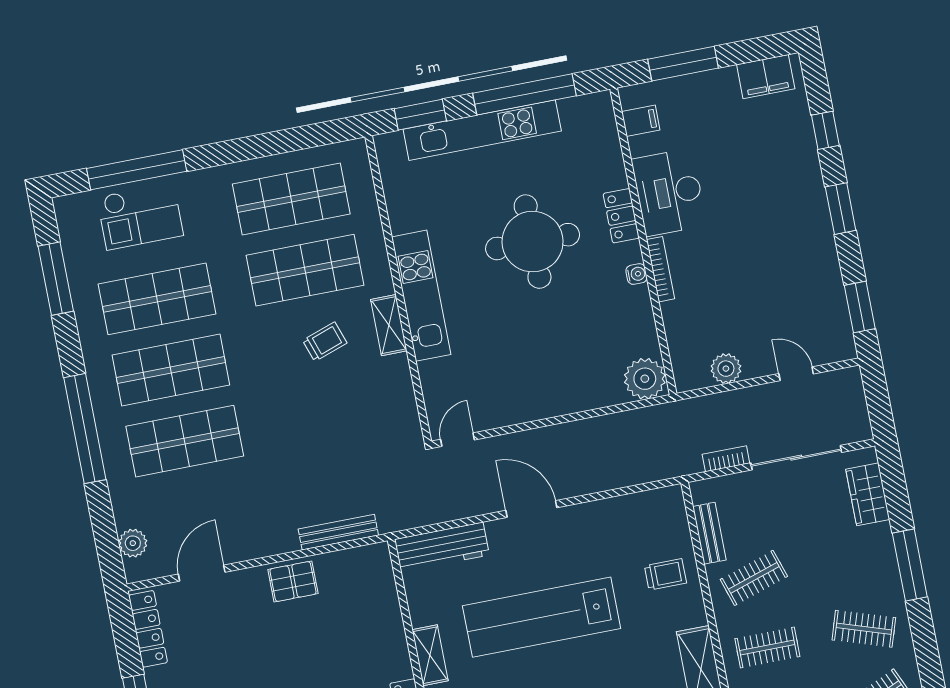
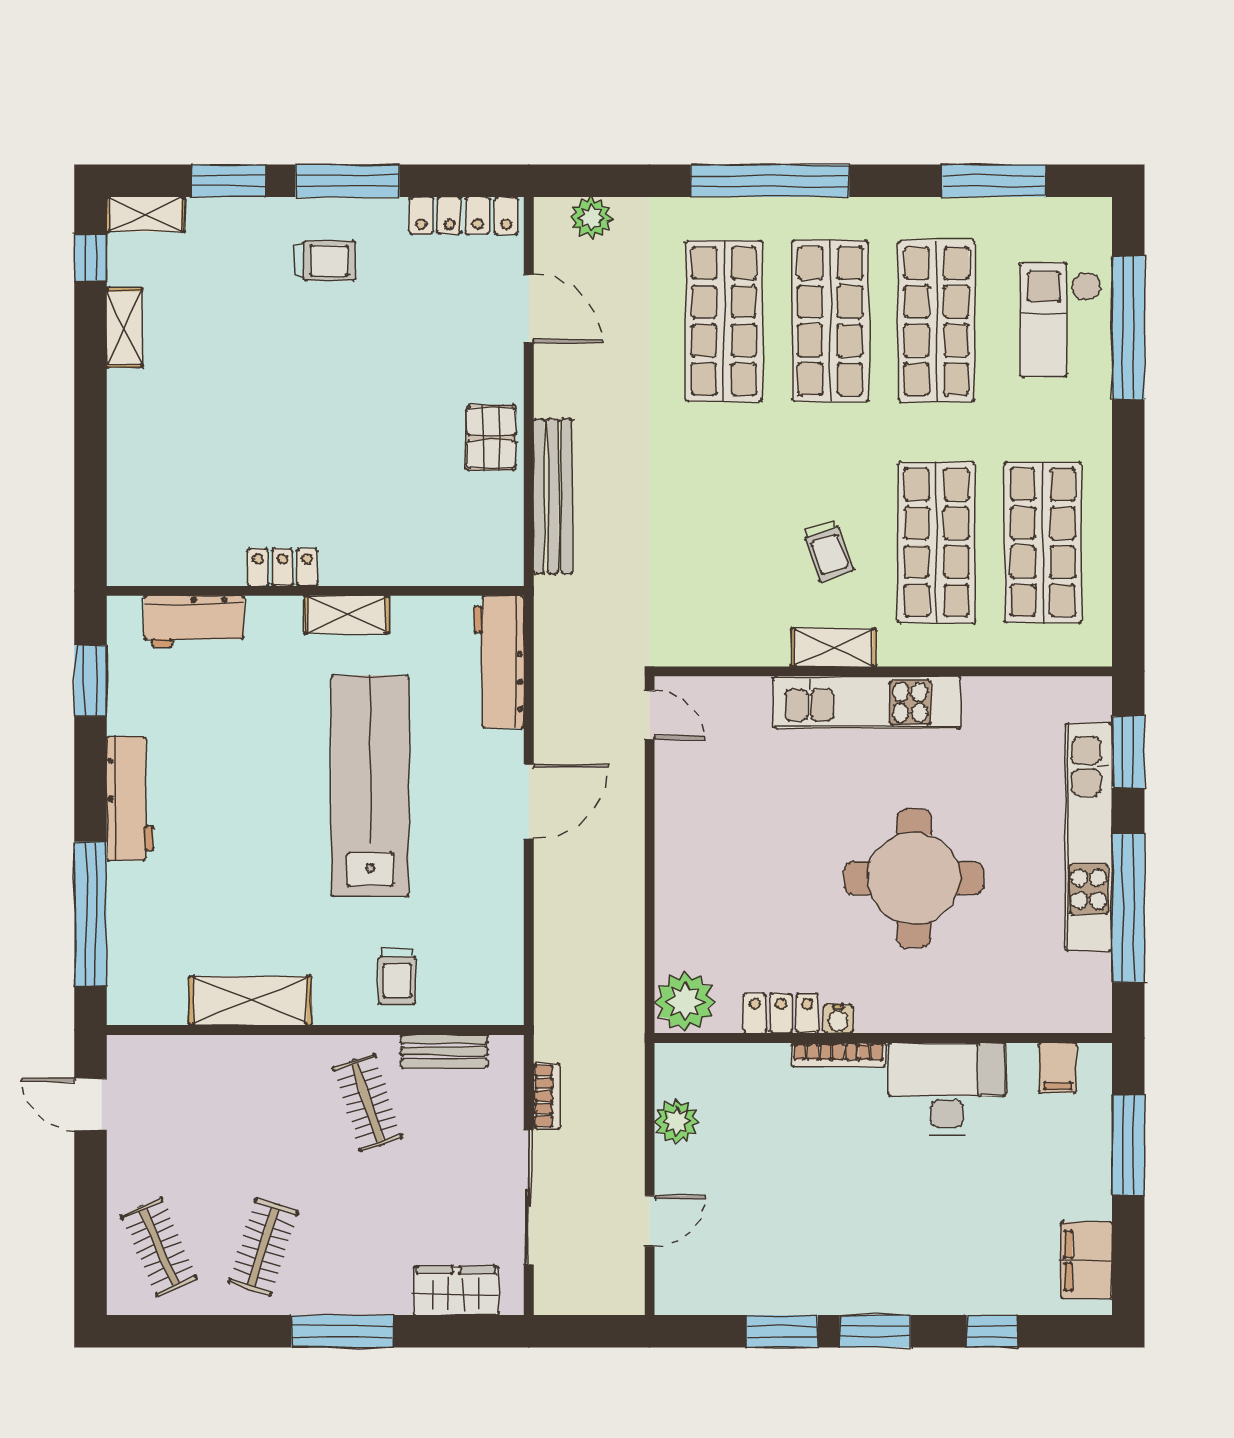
locker: (621, 216) -> (781, 1013), moved
window: (860, 307) -> (782, 1331), moved
bench: (338, 532) -> (553, 496), width x1.37, depth x1.21
clothes rail: (767, 648) -> (263, 1103), removed

